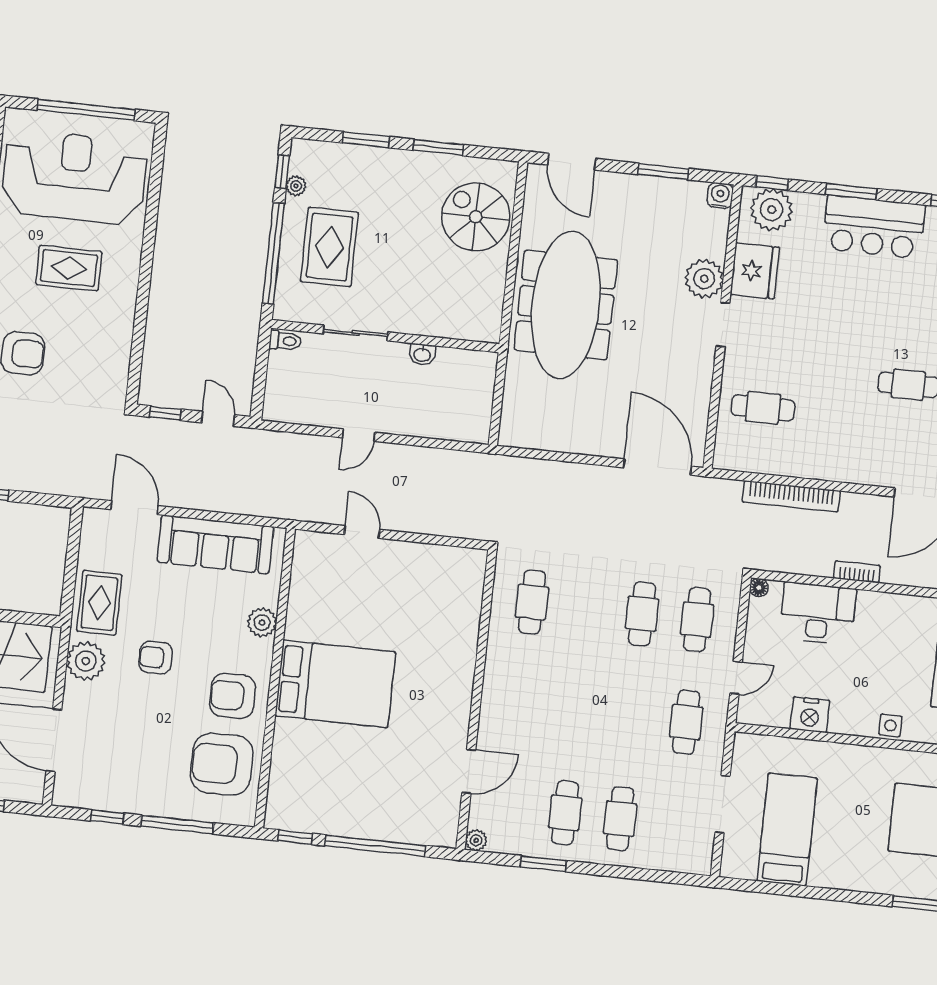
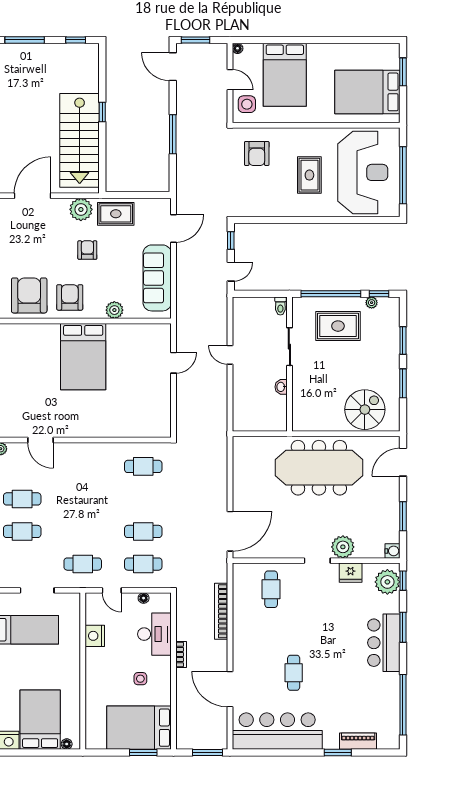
fridge: (755, 271) -> (351, 573), width x0.73, depth x0.75
floor lamp: (759, 588) -> (144, 598), moved
side table: (890, 725) -> (140, 679), moved

